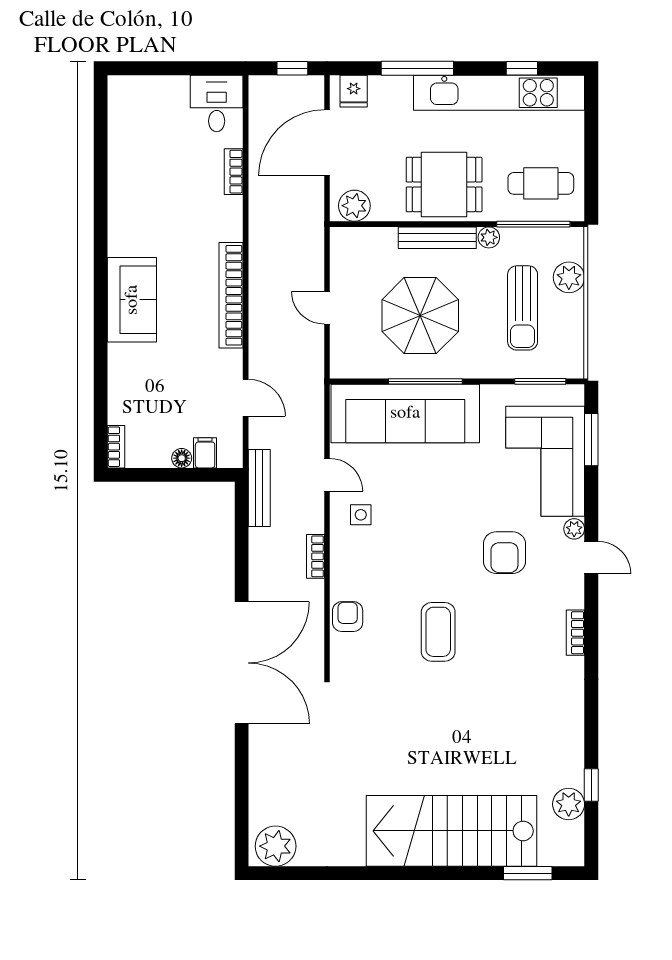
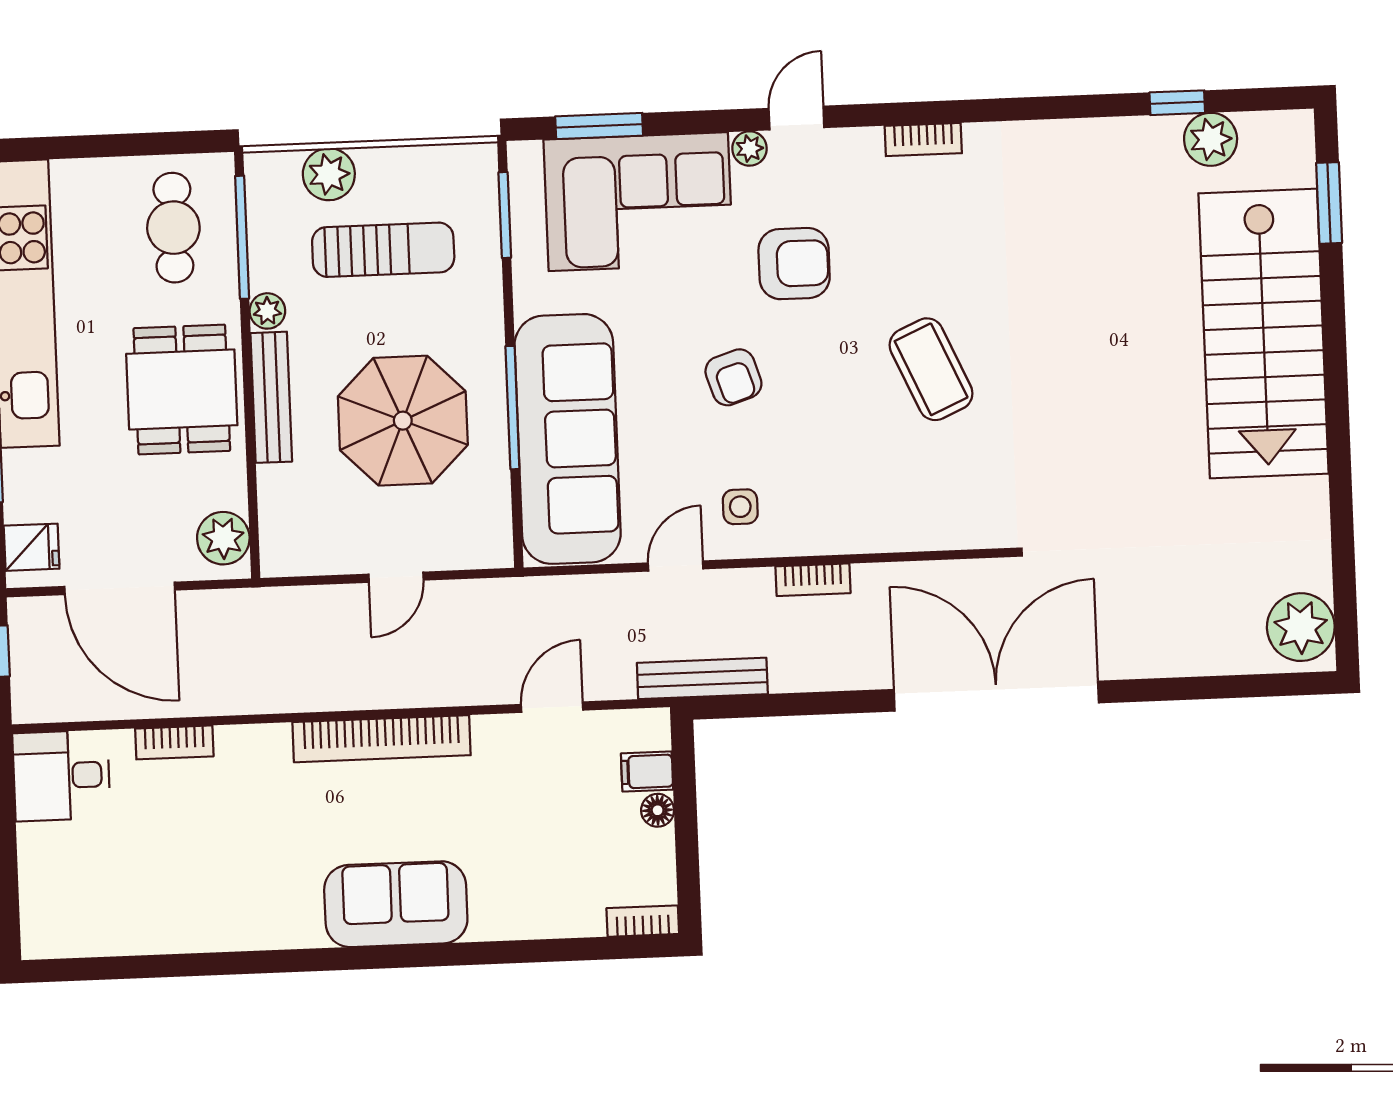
armchair: (348, 617) -> (733, 377), moved, turned -108
coffee table: (438, 632) -> (931, 369), turned 66

